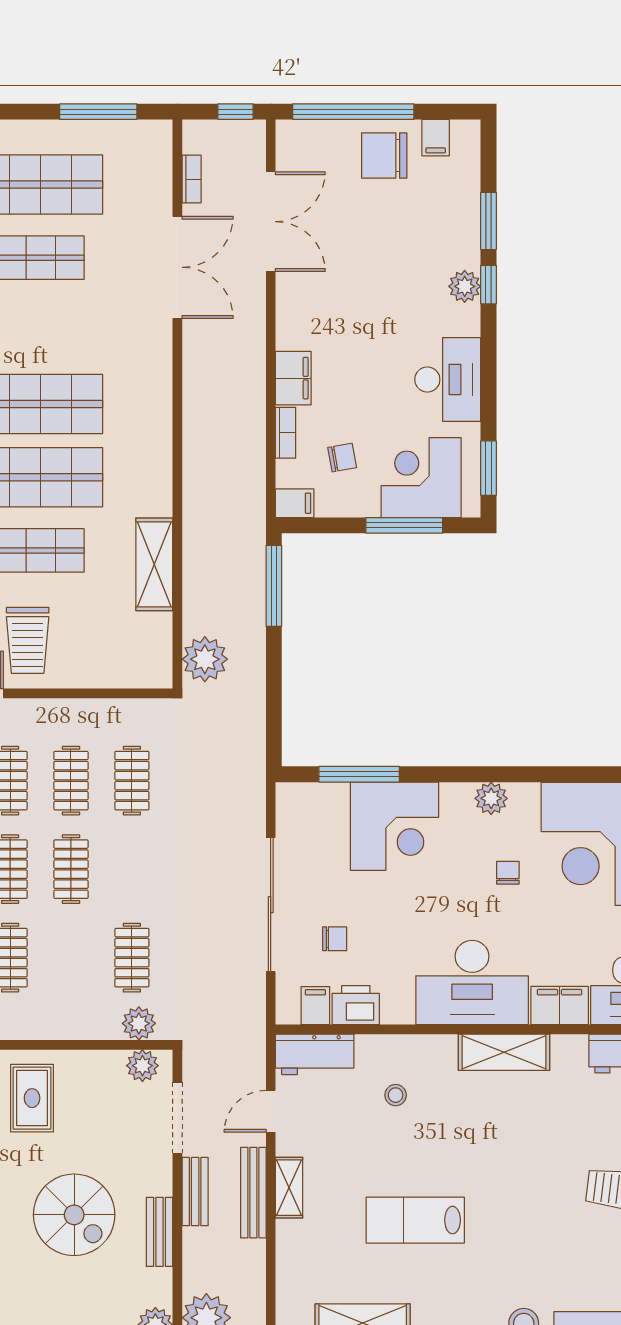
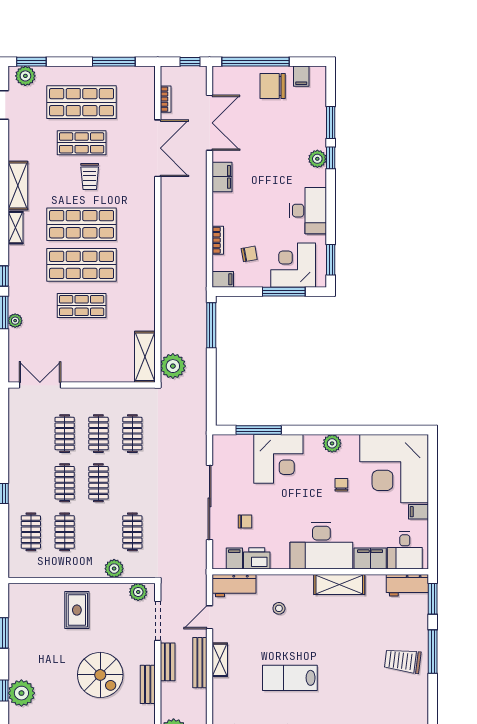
filing cabinet: (293, 378) -> (222, 177), moved
shelving: (154, 564) -> (145, 357), moved
trolley: (28, 640) -> (90, 176), moved, width x0.73, depth x0.72
plant: (139, 1023) -> (114, 569), moved

